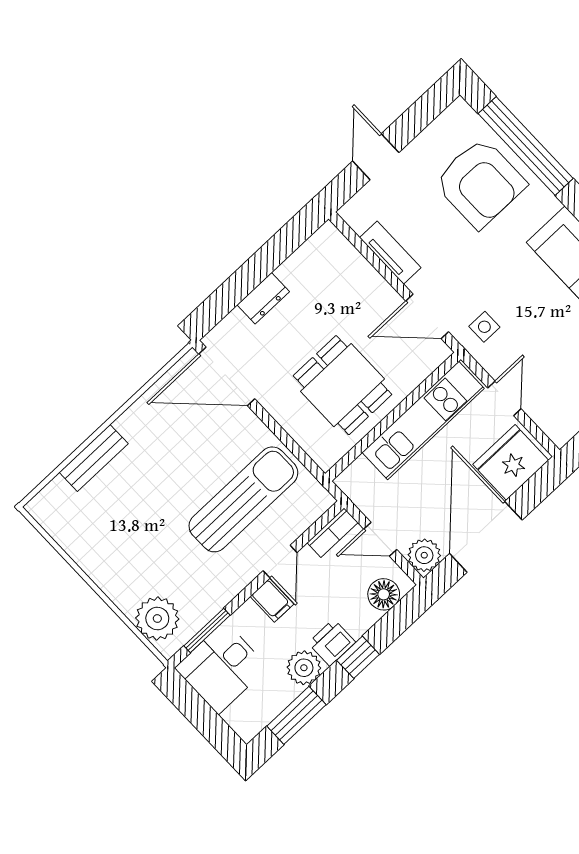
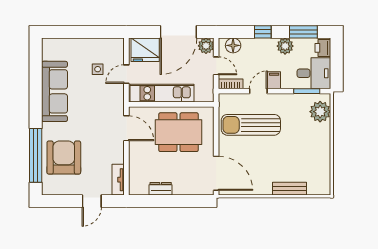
tv unit: (390, 253) -> (118, 180), moved
dresser: (263, 298) -> (161, 189), moved
side table: (484, 327) -> (98, 69), moved
dining table: (342, 385) -> (179, 132), width x1.38
printer: (332, 643) -> (323, 48), moved, turned 90

